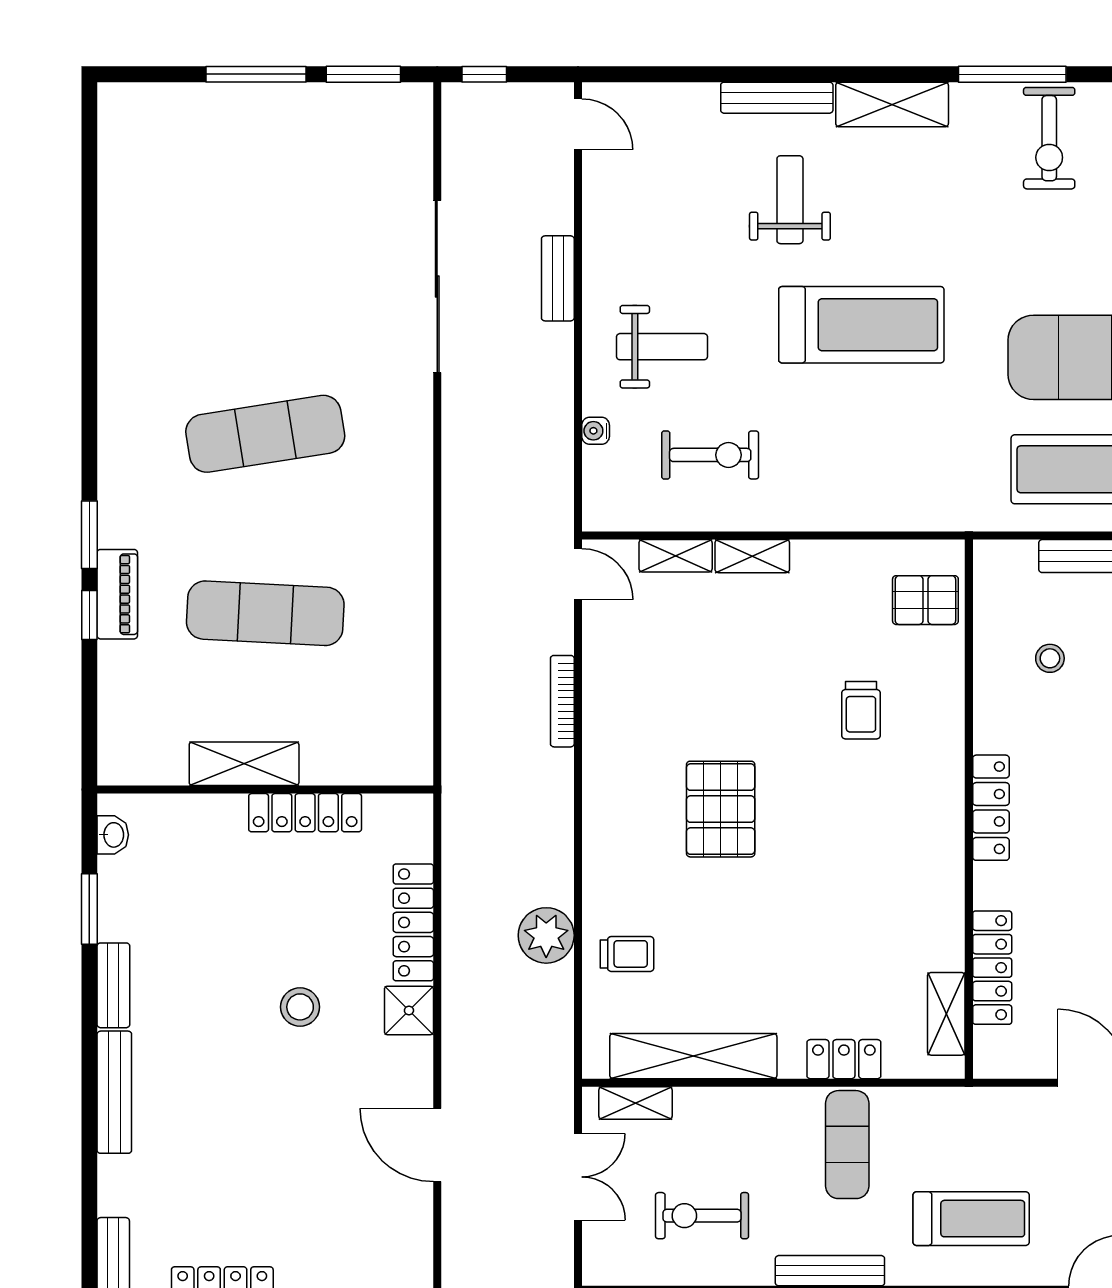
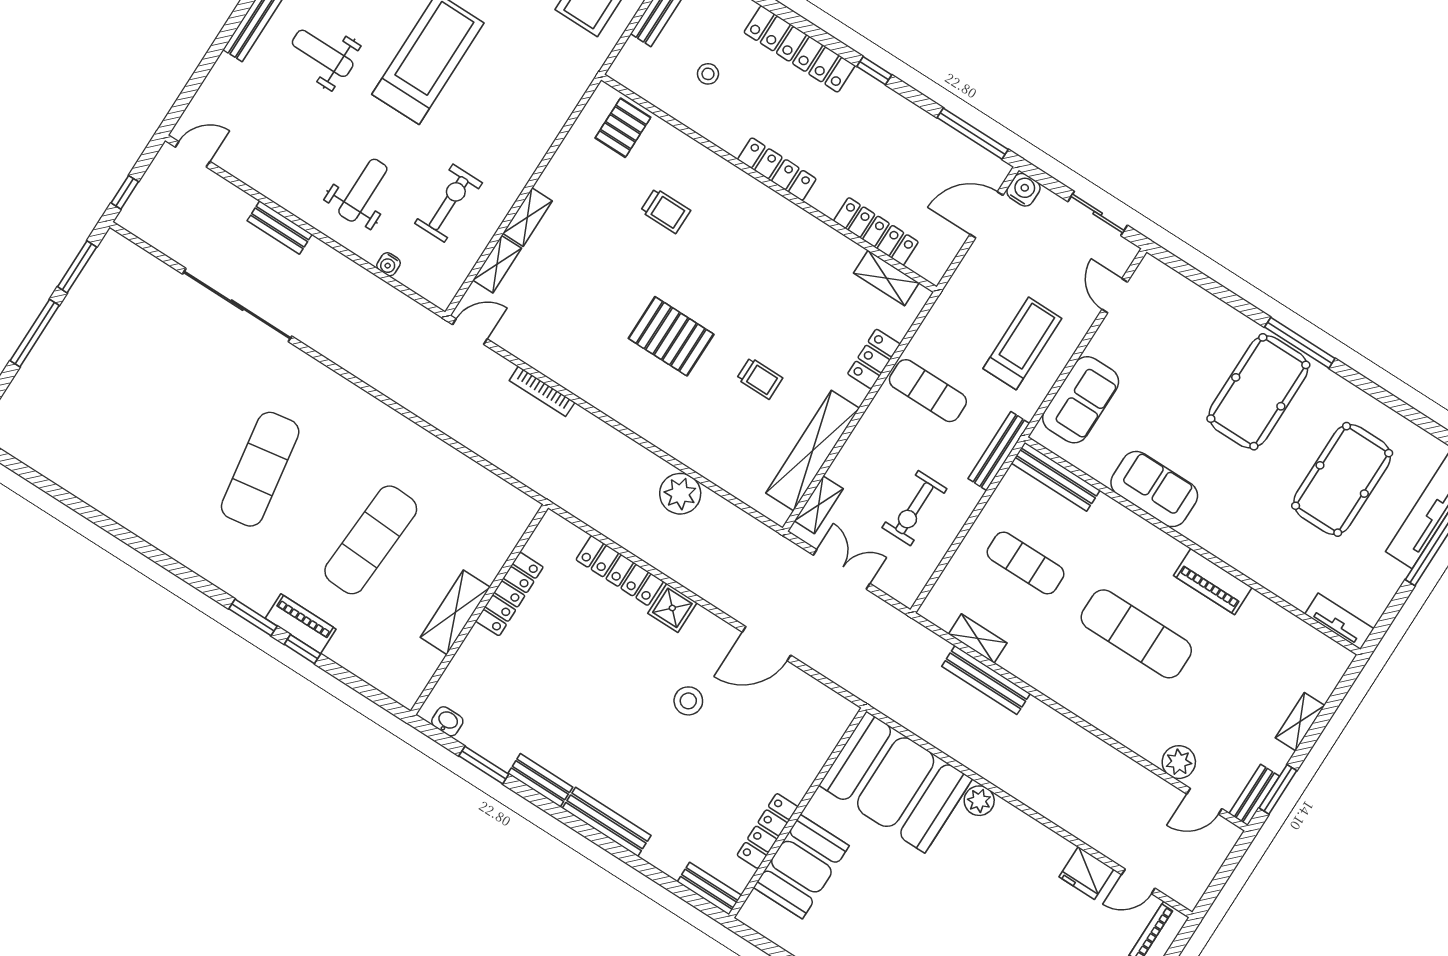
trolley: (627, 954) -> (760, 378), moved, turned 90
stool: (300, 1007) -> (688, 701), moved

